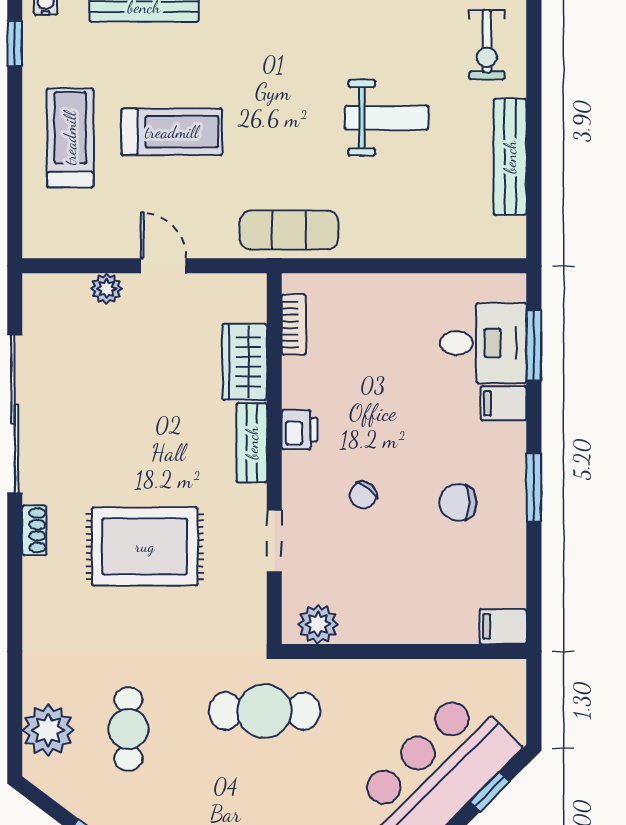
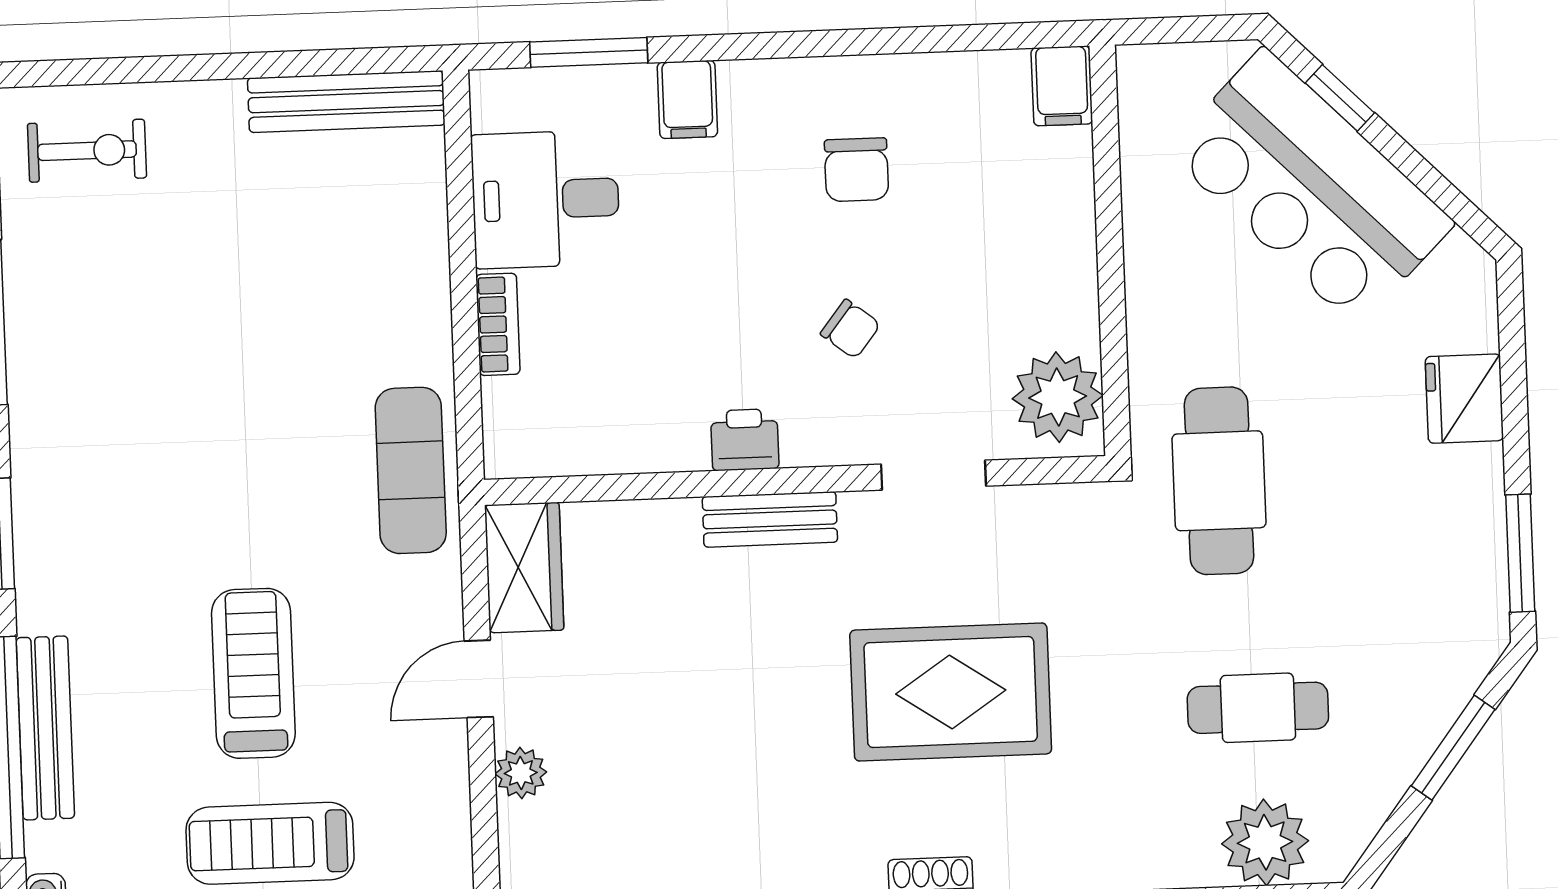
weight bench: (387, 118) -> (216, 314), removed
bench: (510, 157) -> (346, 102), moved
bookcase: (294, 325) -> (498, 324), moved, turned 90
desk: (483, 343) -> (546, 199), moved, turned -90
wardrobe: (245, 362) -> (524, 568), moved, turned -90
window: (534, 488) -> (827, 43), removed
rug: (145, 546) -> (951, 692), turned 90
plant: (318, 624) -> (1058, 397), width x1.36, depth x1.36

